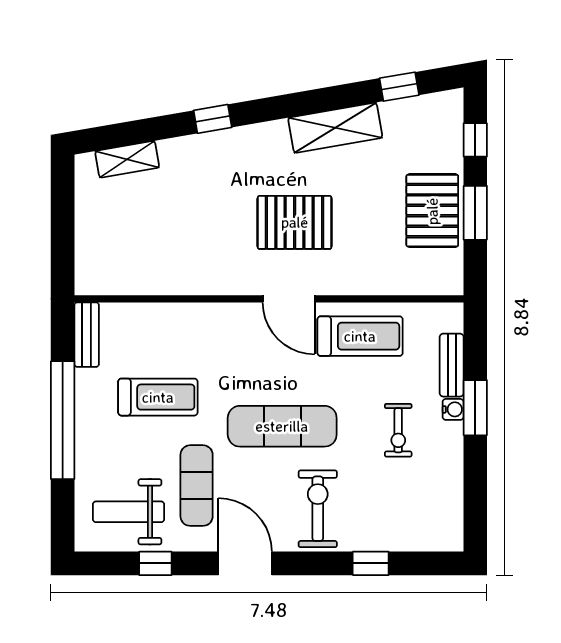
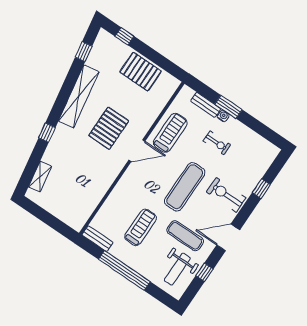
shelving: (335, 128) -> (79, 96), width x1.47
window: (475, 213) -> (153, 55), removed

